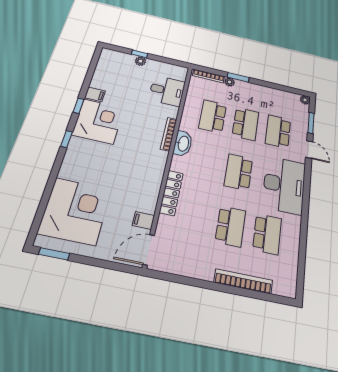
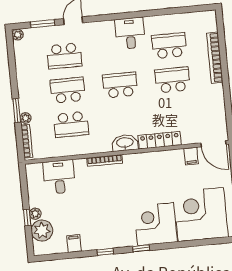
plant: (123, 61) -> (42, 231), added
filing cabinet: (95, 94) -> (74, 244), moved
corner desk: (98, 121) -> (156, 224), moved
washbasin: (183, 144) -> (125, 143), moved
school desk: (239, 172) -> (120, 85), turned 180
desk: (284, 185) -> (130, 33), width x0.53, depth x0.77

